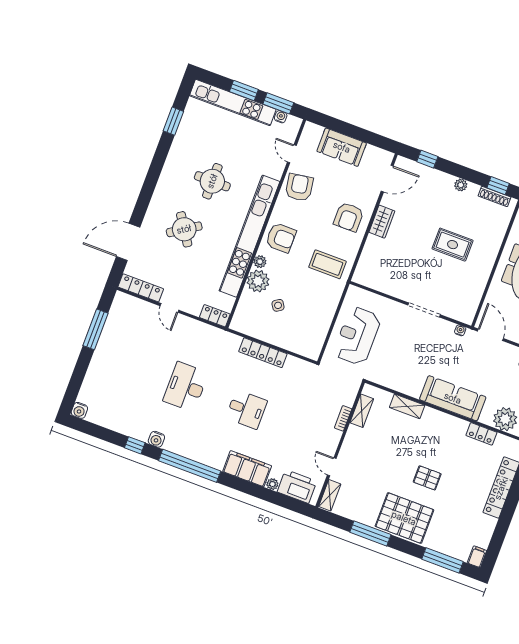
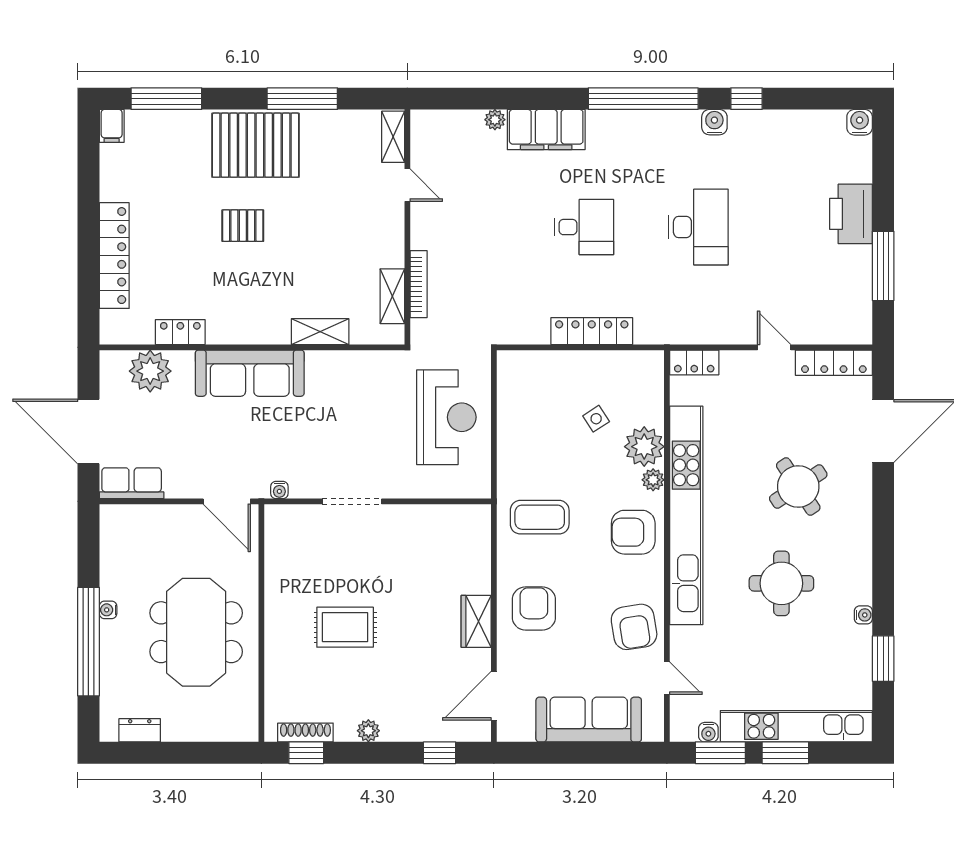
sofa: (342, 147) -> (589, 720), width x1.36
water cooler: (175, 148) -> (863, 615), added
desk: (246, 409) -> (584, 227), turned 180
bookcase: (343, 418) -> (419, 284), width x1.56
printer: (297, 487) -> (851, 214), moved, turned 90

